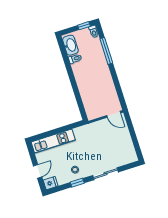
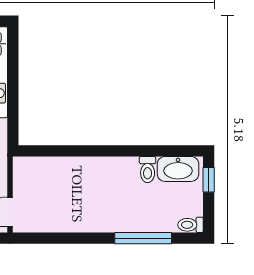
window: (84, 26) -> (209, 180), moved

